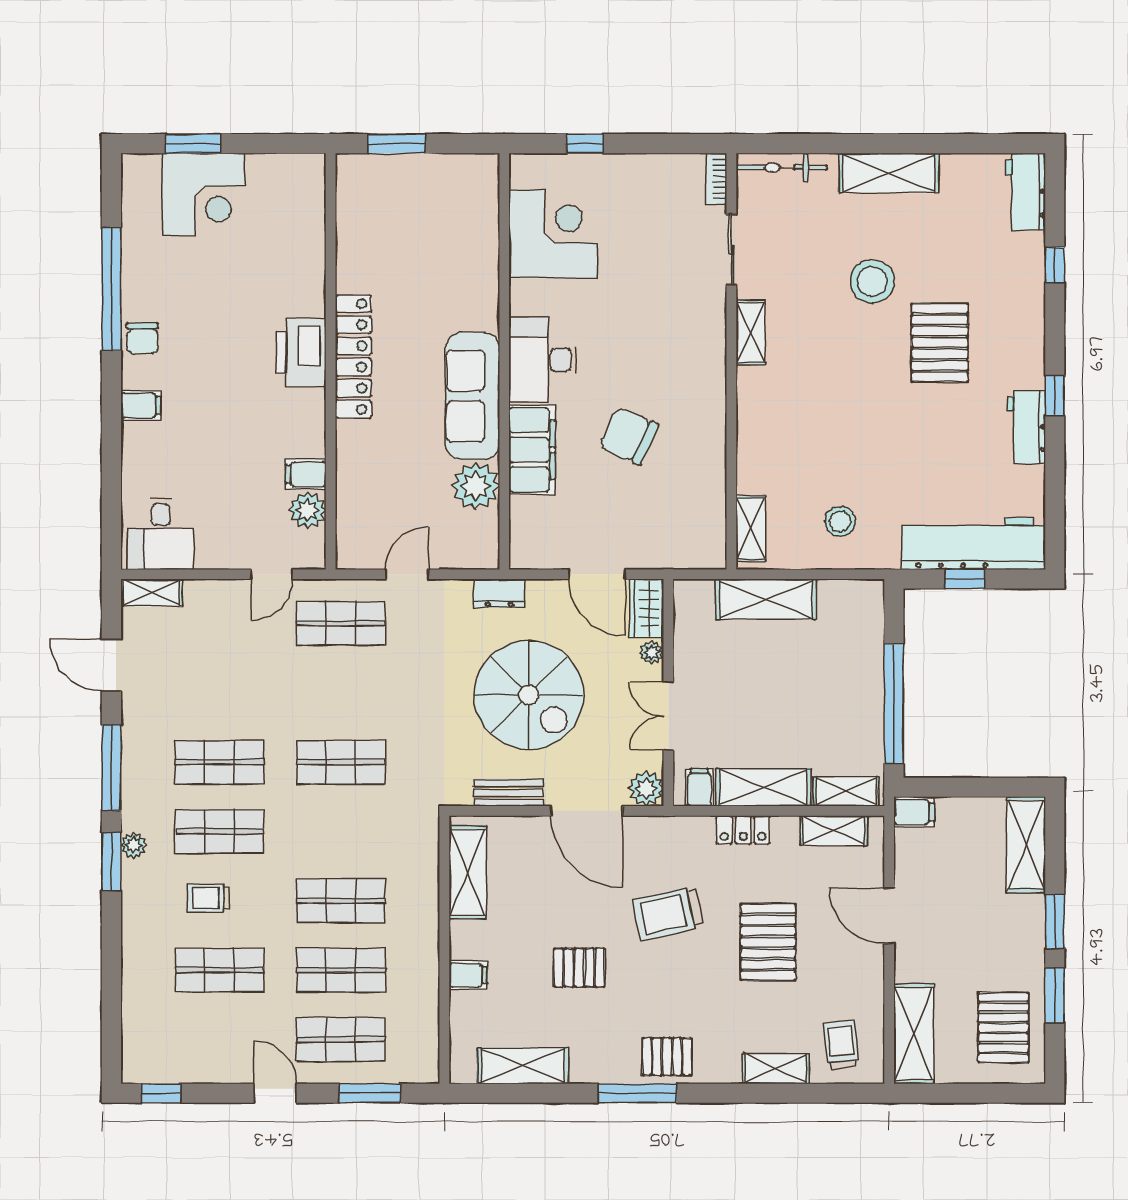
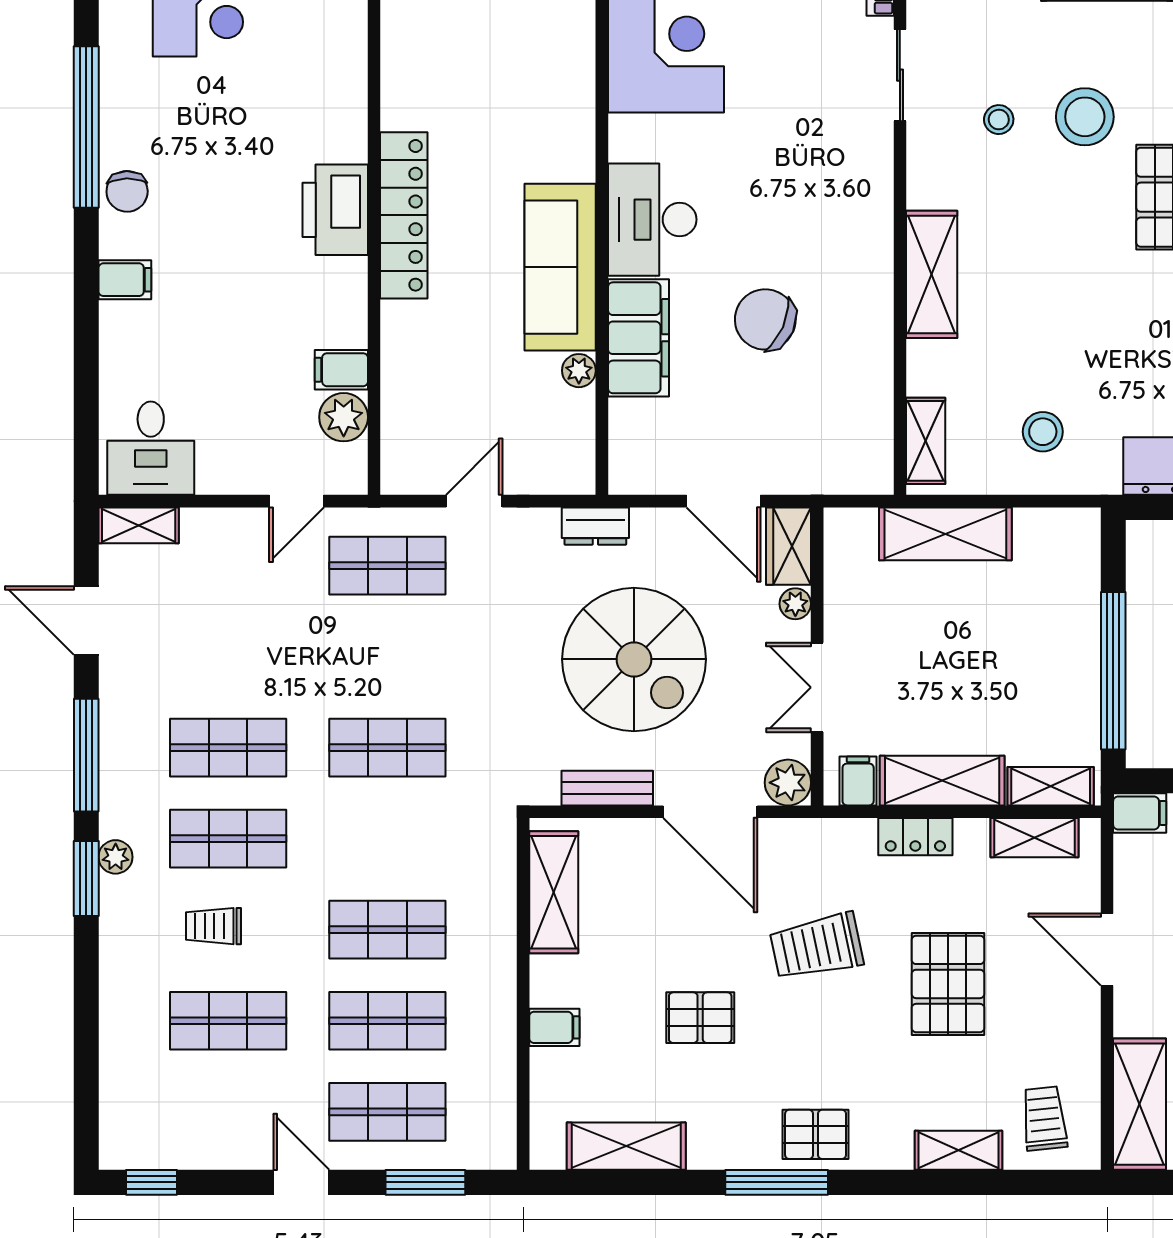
stool: (807, 284) -> (999, 120), added
shelving: (751, 333) -> (932, 274), moved, width x1.50, depth x1.33
plant: (476, 486) -> (579, 371), width x0.53, depth x0.53

